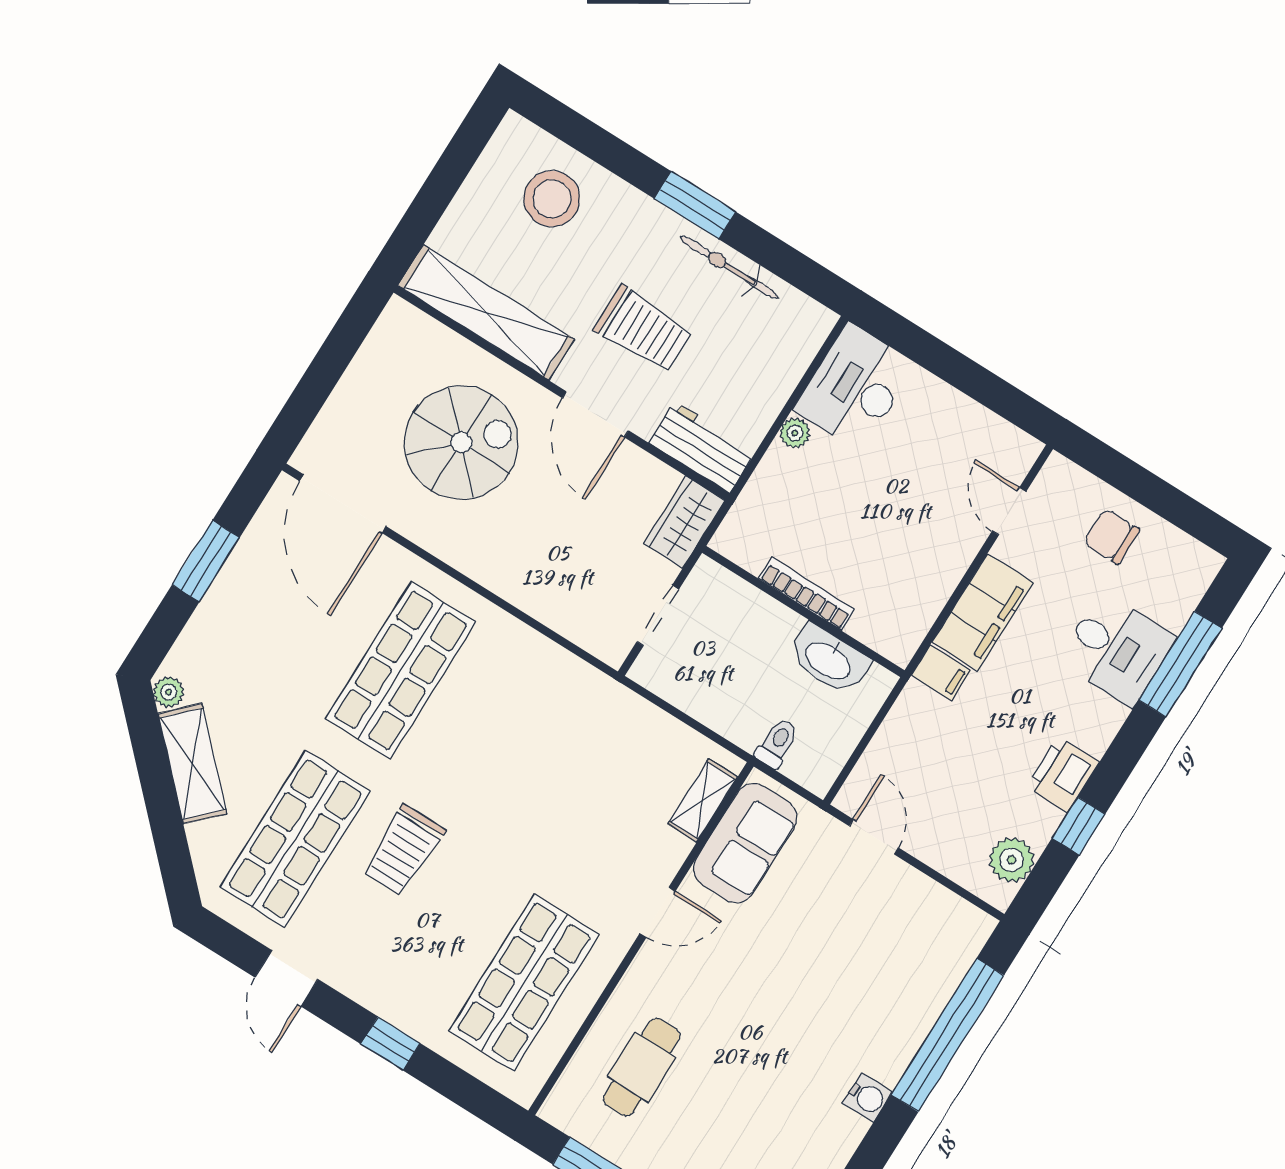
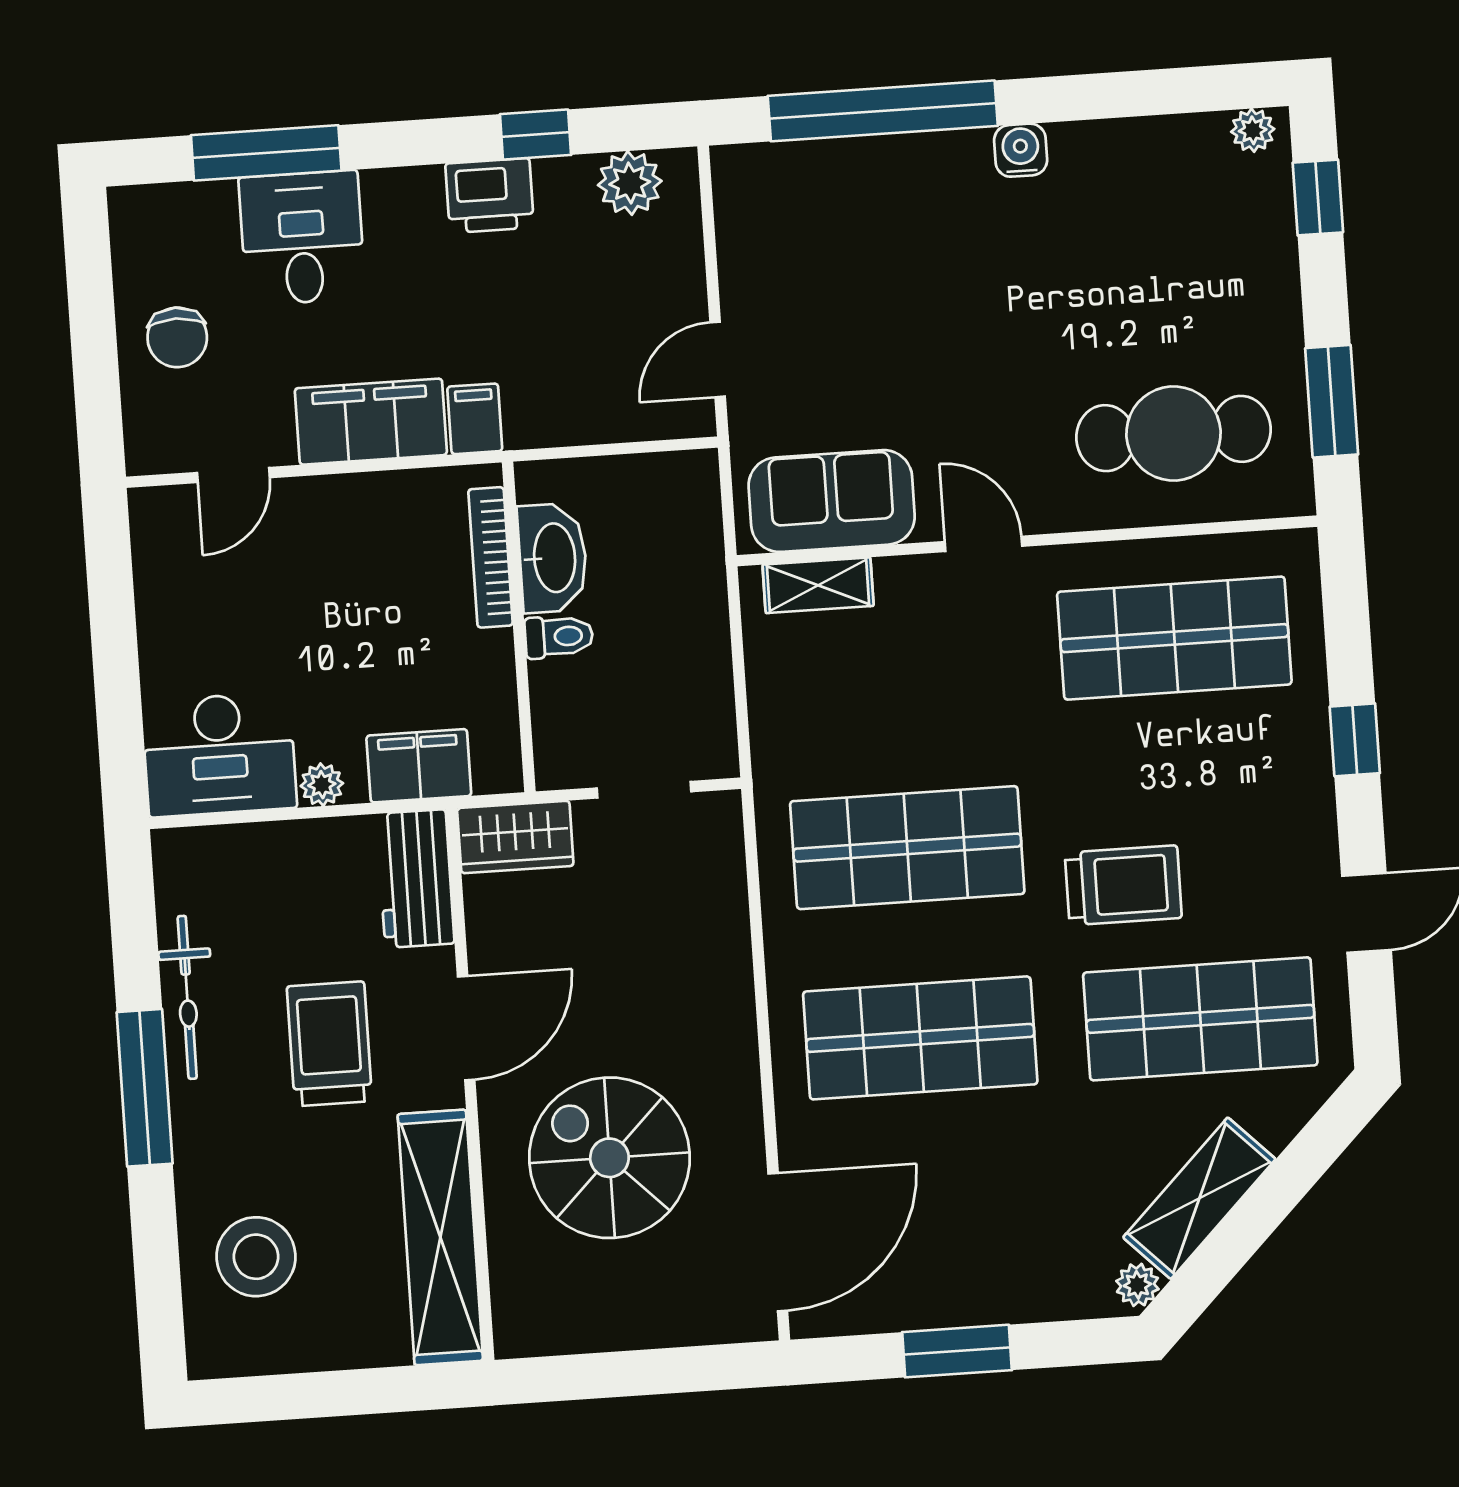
window: (695, 205) -> (145, 1088), width x1.44
filing cabinet: (765, 496) -> (419, 766), added
bookcase: (807, 594) -> (491, 557), moved
shop shelf: (515, 742) -> (907, 848), added
toilet: (777, 743) -> (559, 637), moved, turned 180
cafe table: (642, 1067) -> (1174, 434), width x1.37, depth x1.35

